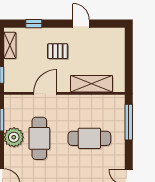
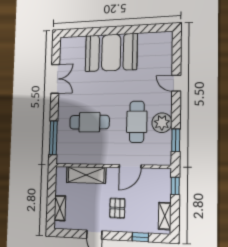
shelving: (119, 49) -> (60, 208), added
pallet: (58, 51) -> (117, 208), turned 90

